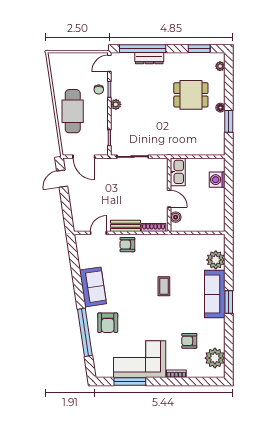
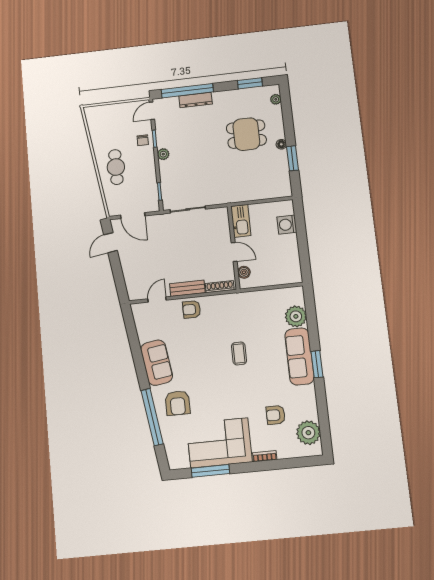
cafe table: (73, 111) -> (116, 167), width x0.73, depth x0.74

